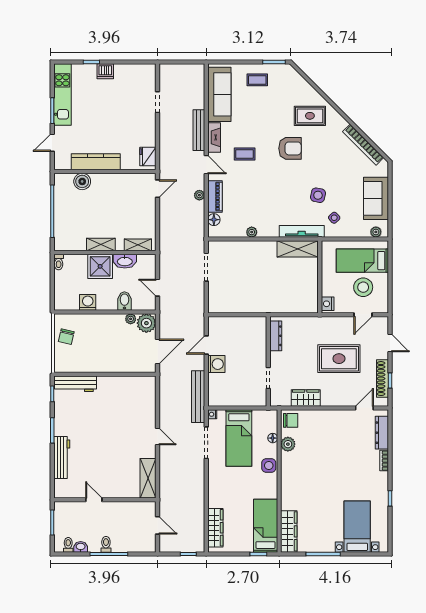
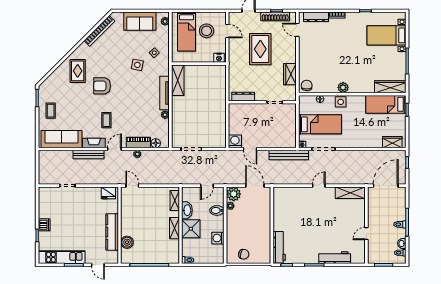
armchair: (290, 148) -> (102, 86), turned -90
tv unit: (302, 231) -> (165, 93), moved
washing machine: (216, 364) -> (235, 141), moved
plant: (288, 444) -> (343, 87), moved
door: (158, 525) -> (386, 186), width x1.87
wardrobe: (215, 528) -> (392, 142), width x0.67

